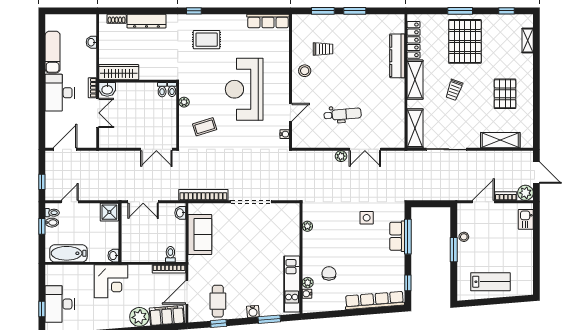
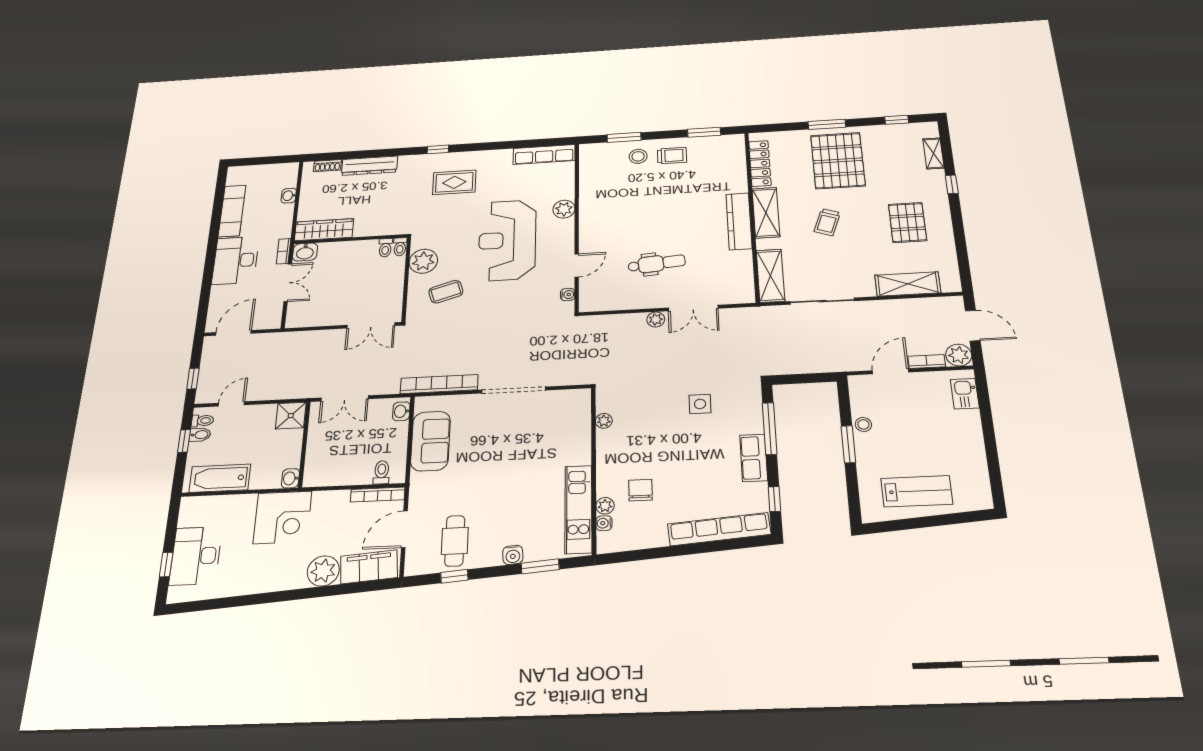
window: (355, 11) -> (704, 132), moved
trolley: (323, 49) -> (672, 156), moved
kitchen counter: (397, 56) -> (739, 221), moved
window: (536, 66) -> (952, 184), added
plant: (282, 67) -> (564, 209), added
stool: (305, 71) -> (638, 156), moved
plant: (184, 102) -> (423, 261), width x1.88, depth x1.88
row of seats: (397, 236) -> (754, 458), moved

